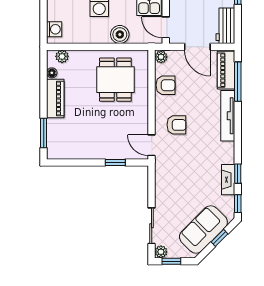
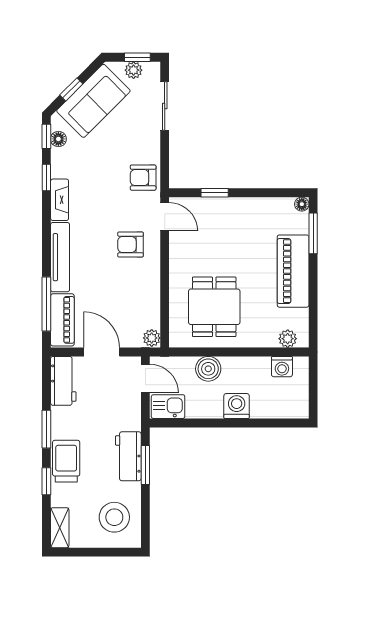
washing machine: (54, 29) -> (282, 367), moved, turned -90
floor lamp: (52, 73) -> (302, 204), moved
armchair: (166, 85) -> (143, 178), moved
piano: (55, 99) -> (293, 271), width x1.37, depth x1.33
fireplace: (228, 180) -> (60, 200), moved
floor lamp: (229, 202) -> (58, 139), added
plant: (161, 252) -> (134, 70), moved

